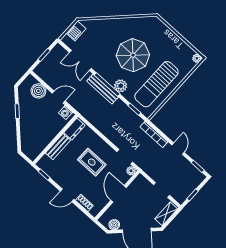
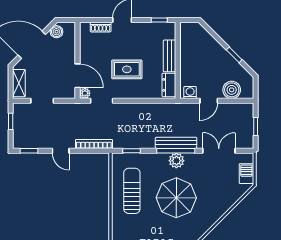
sun lounger: (156, 84) -> (132, 191), width x0.73, depth x0.75
plant: (121, 86) -> (176, 161), moved
door: (118, 194) -> (77, 76), moved

